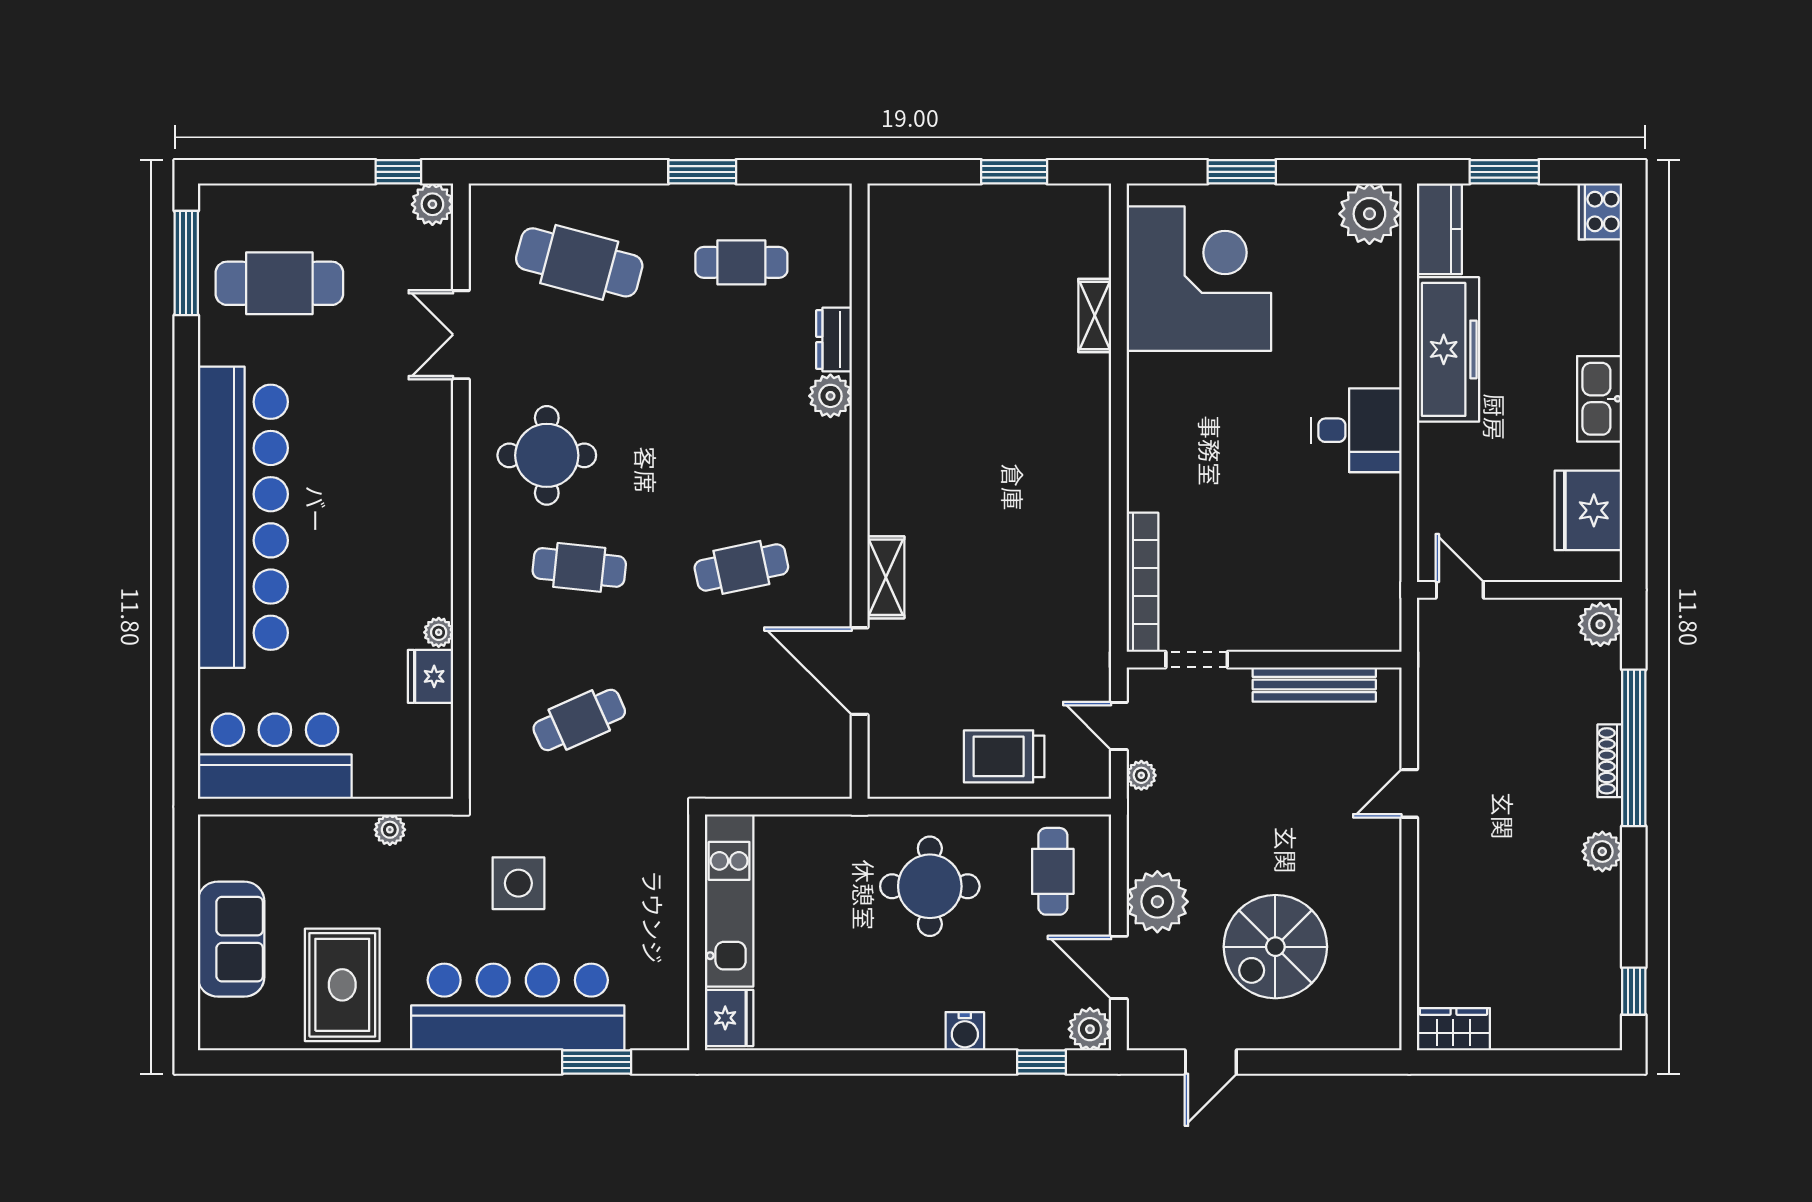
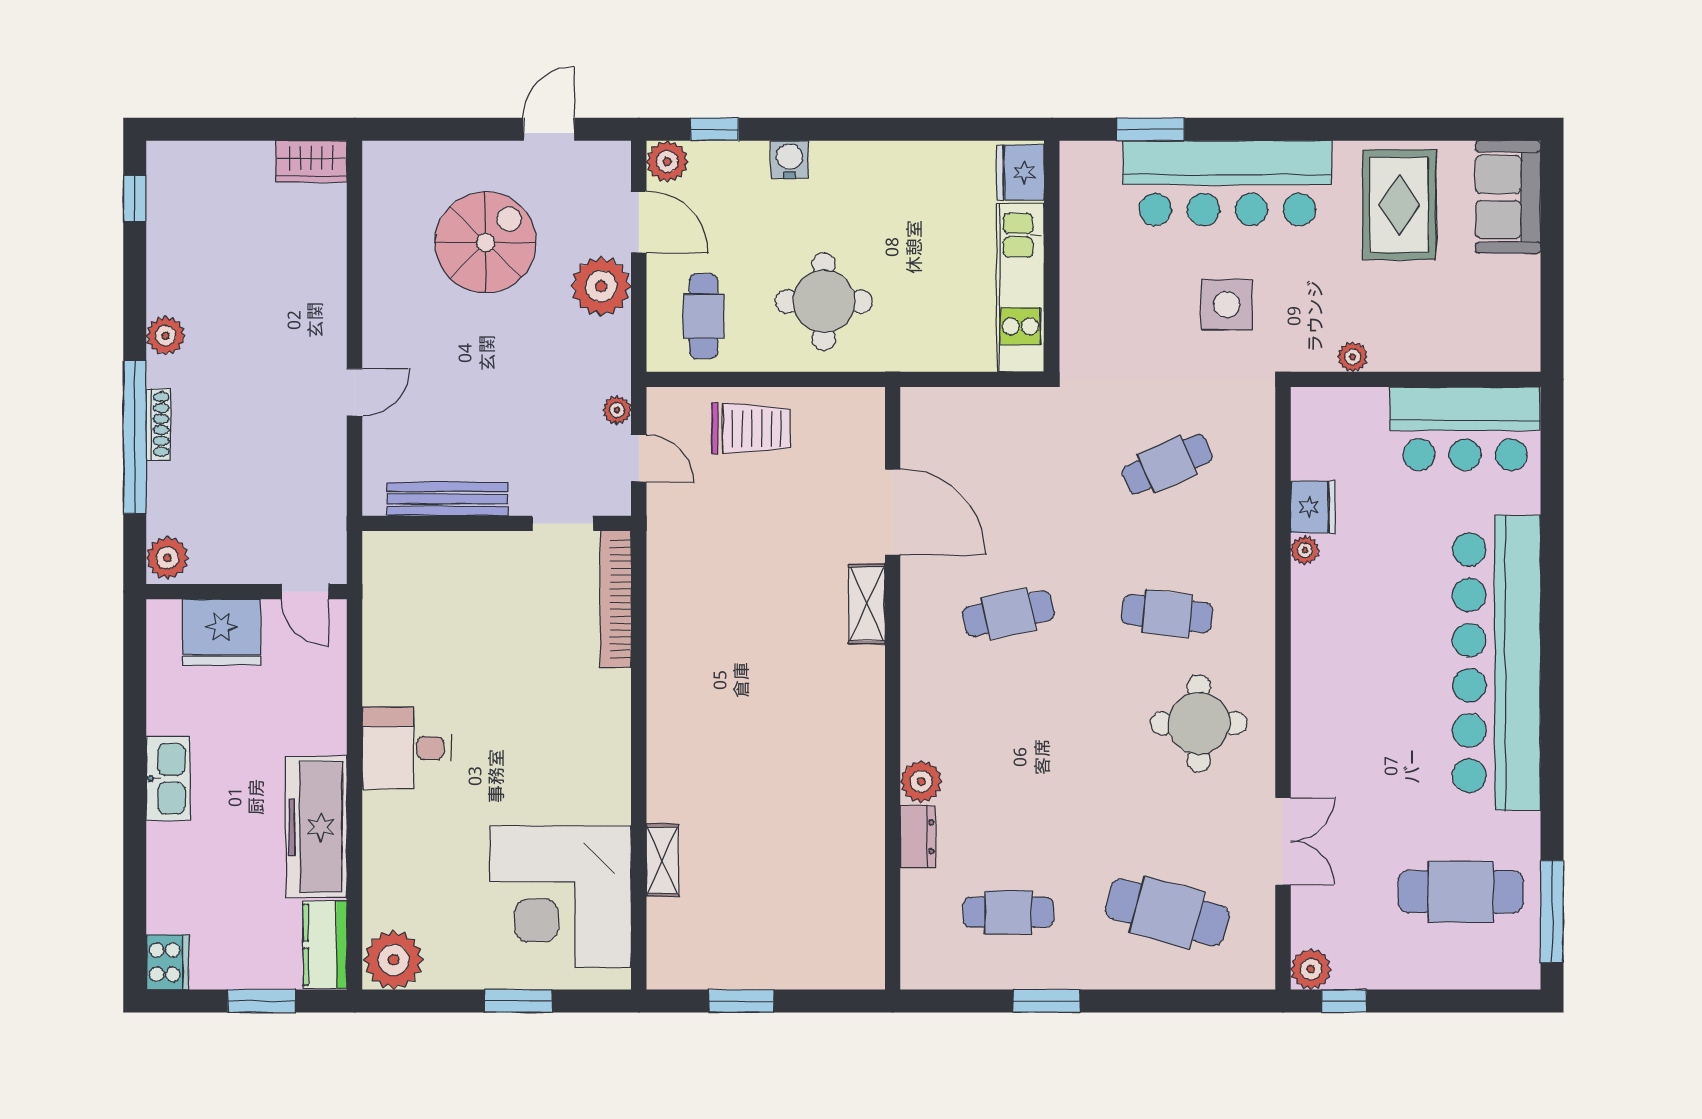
fridge: (1588, 510) -> (222, 632), moved, turned 90
sofa: (231, 939) -> (1508, 197), moved

